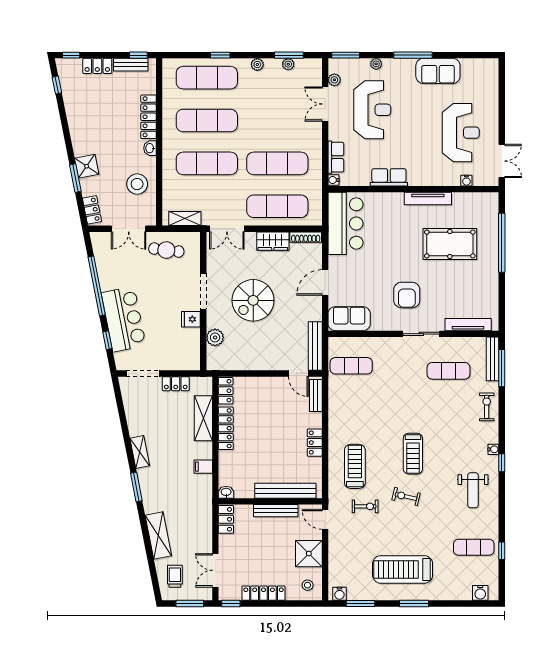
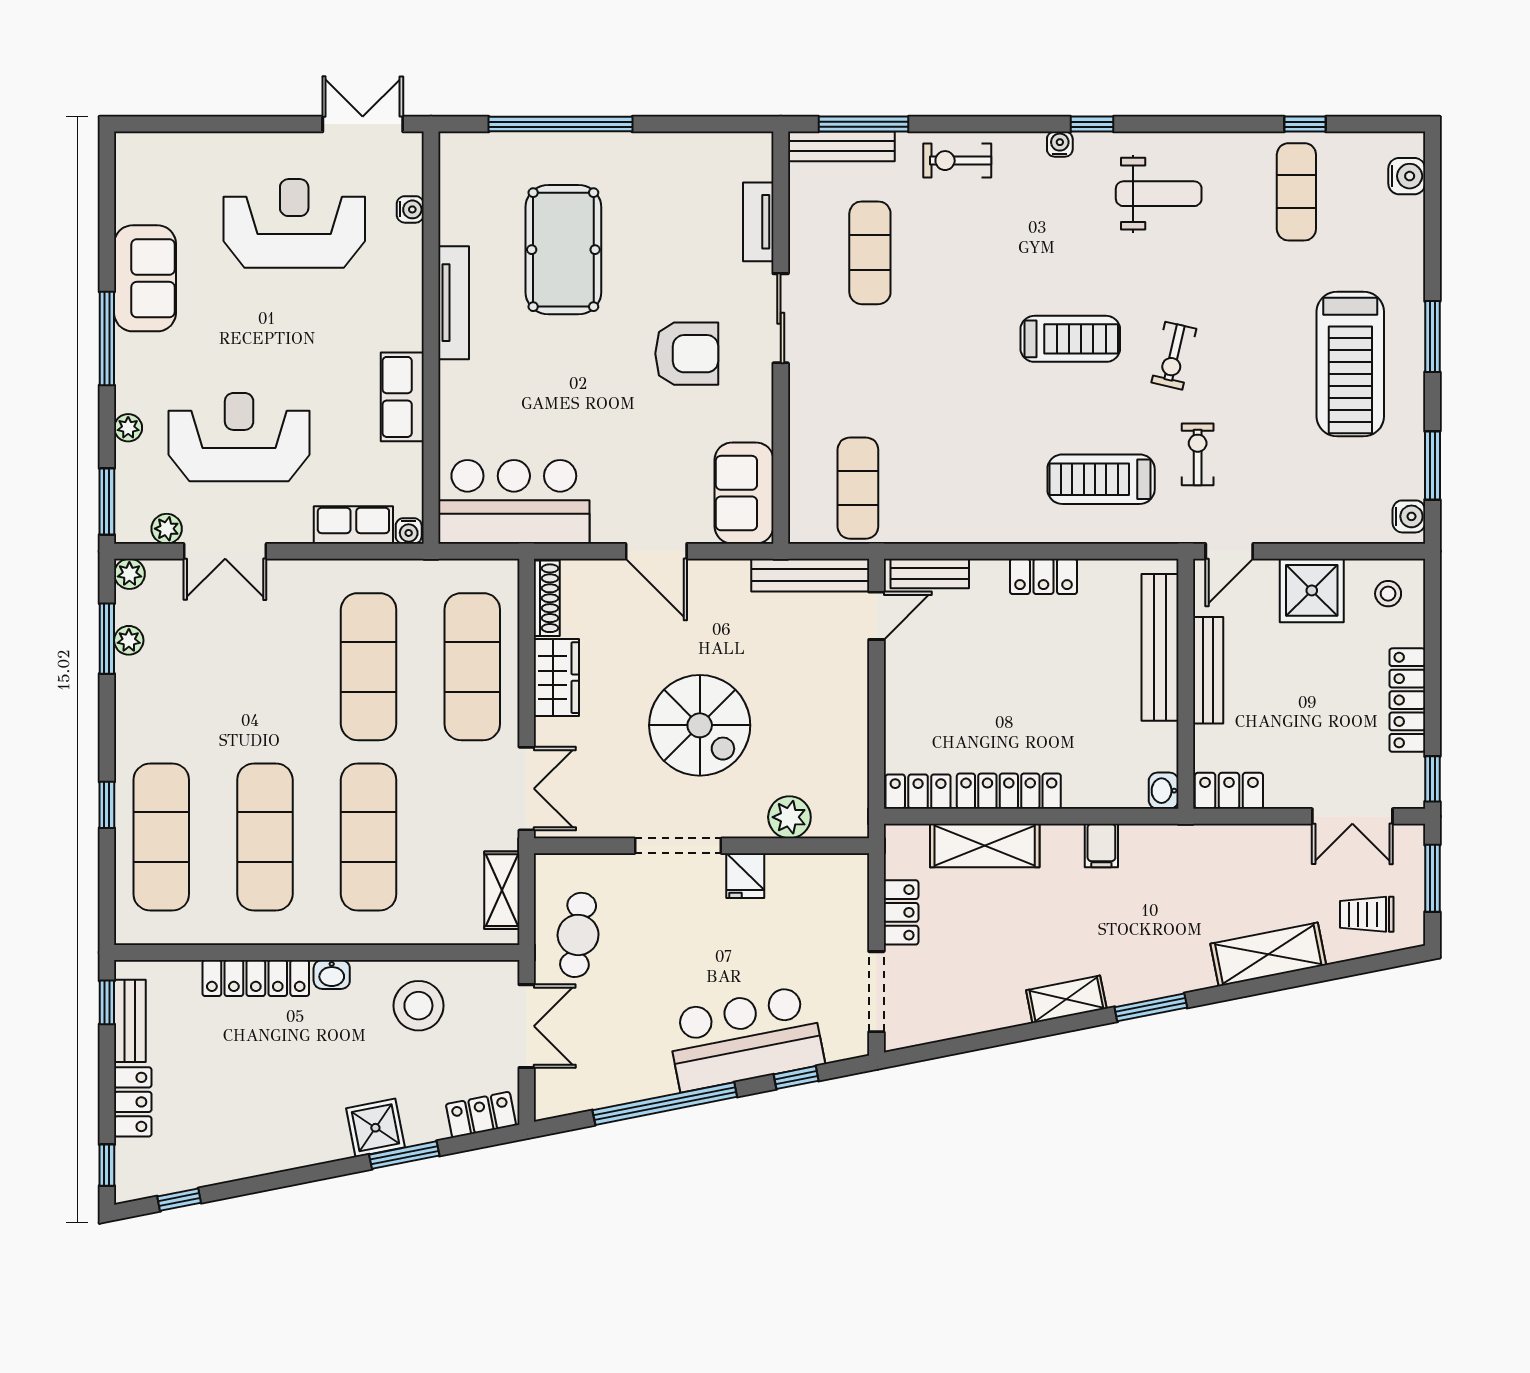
plant: (257, 65) -> (129, 574), moved
tv unit: (468, 325) -> (758, 222), width x0.71

